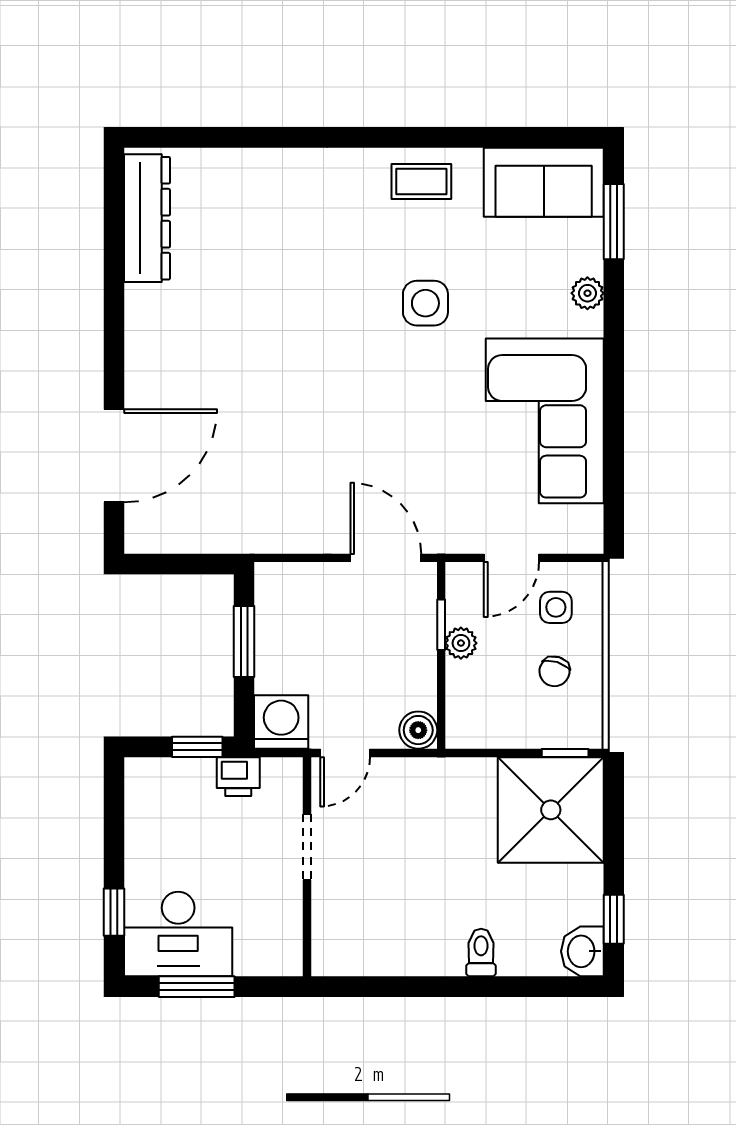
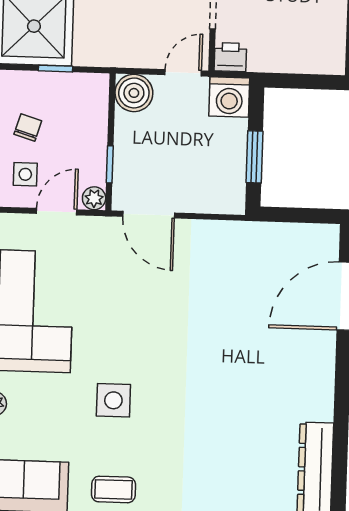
plant: (461, 643) -> (94, 198), moved
boiler: (418, 730) -> (134, 93), width x1.36, depth x1.36
window: (197, 747) -> (291, 81), removed
window: (565, 753) -> (55, 69), moved
printer: (238, 777) -> (230, 57), moved

